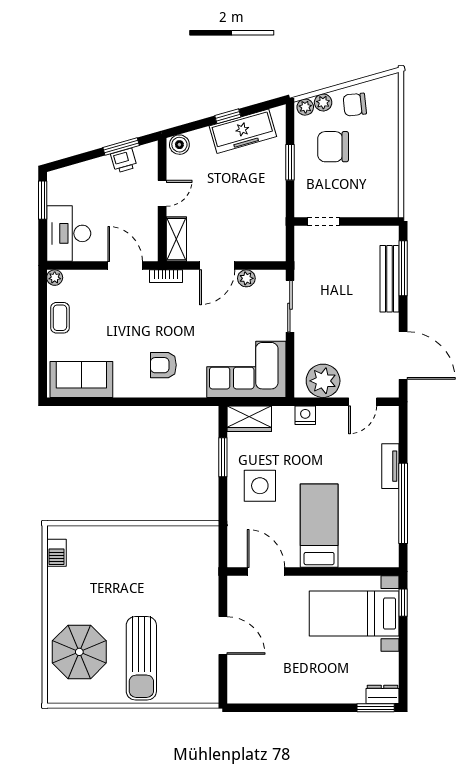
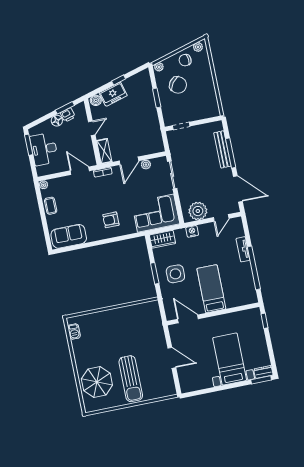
plant: (323, 102) -> (198, 47), moved
freezer: (243, 131) -> (113, 94), moved, width x0.71
chair: (333, 147) -> (178, 85), turned -143
floor lamp: (102, 167) -> (57, 121), added
desk: (69, 233) -> (44, 149), moved
window: (403, 268) -> (231, 153), moved
window: (223, 457) -> (155, 273), moved
bed with nightstands: (354, 614) -> (230, 359), moved, turned 90

